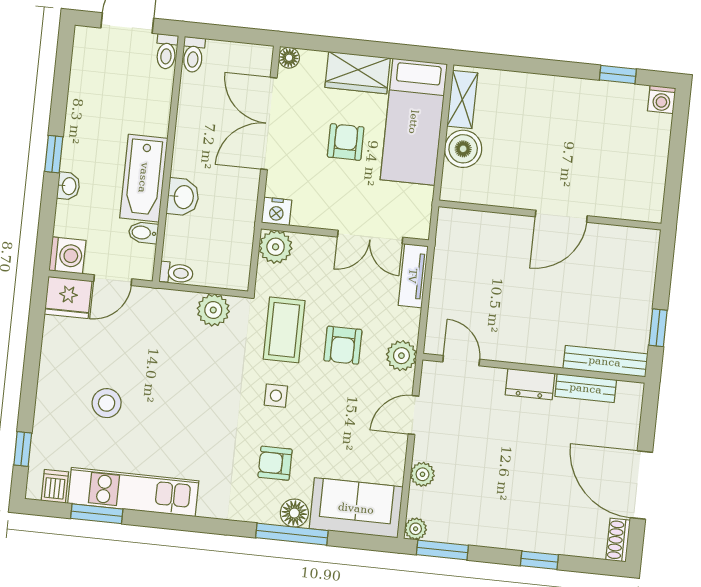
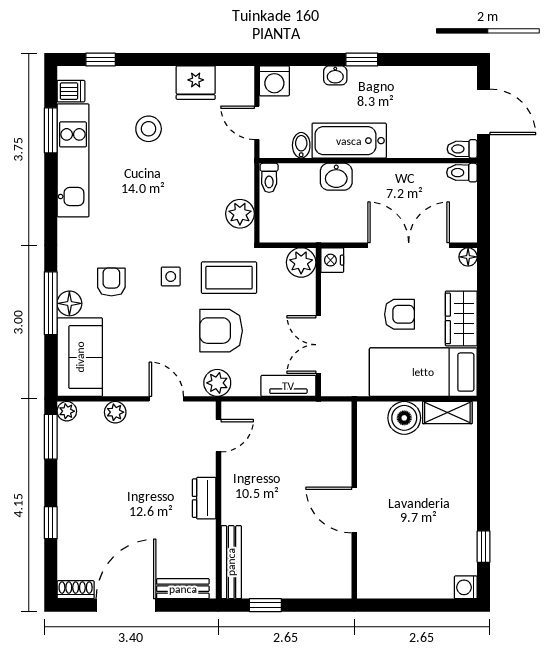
fridge: (68, 297) -> (196, 83), moved, turned -90
armchair: (343, 345) -> (221, 331), width x1.38, depth x1.38
bench: (586, 388) -> (183, 589), moved, turned 90

